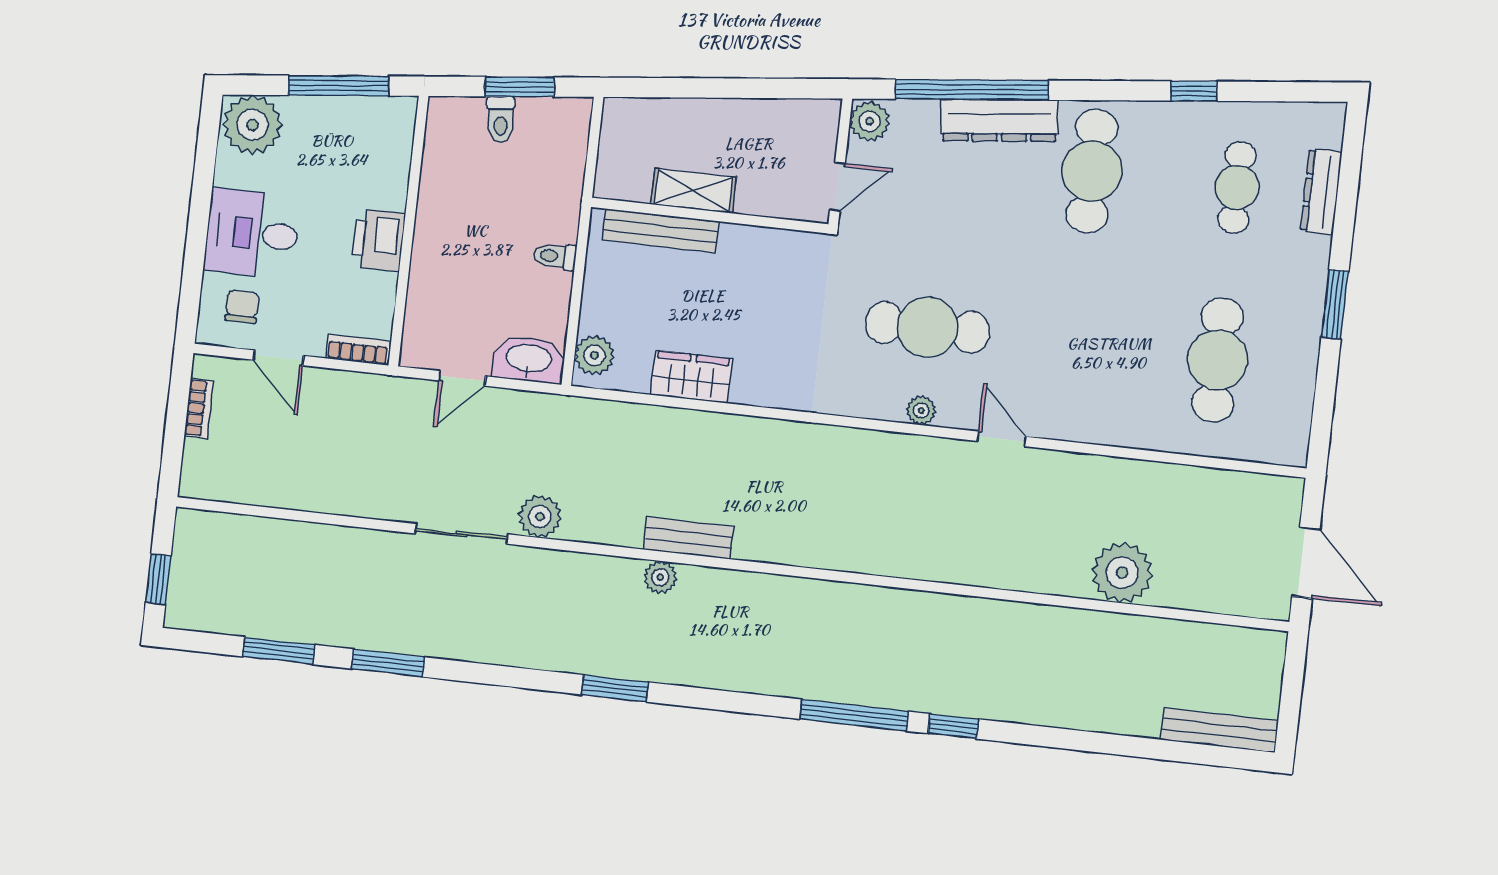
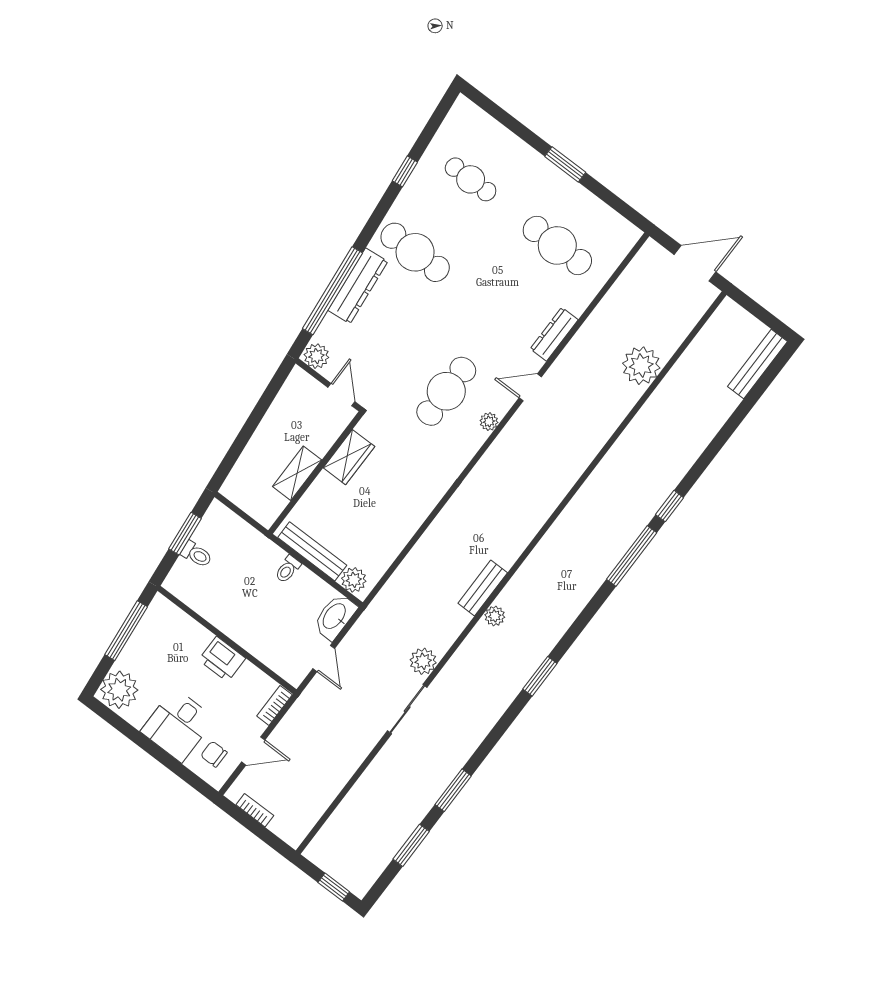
dresser: (1321, 192) -> (554, 334), moved, turned 90
bench: (661, 231) -> (312, 551), moved, turned 90
wardrobe: (691, 377) -> (349, 457), moved, turned 180

